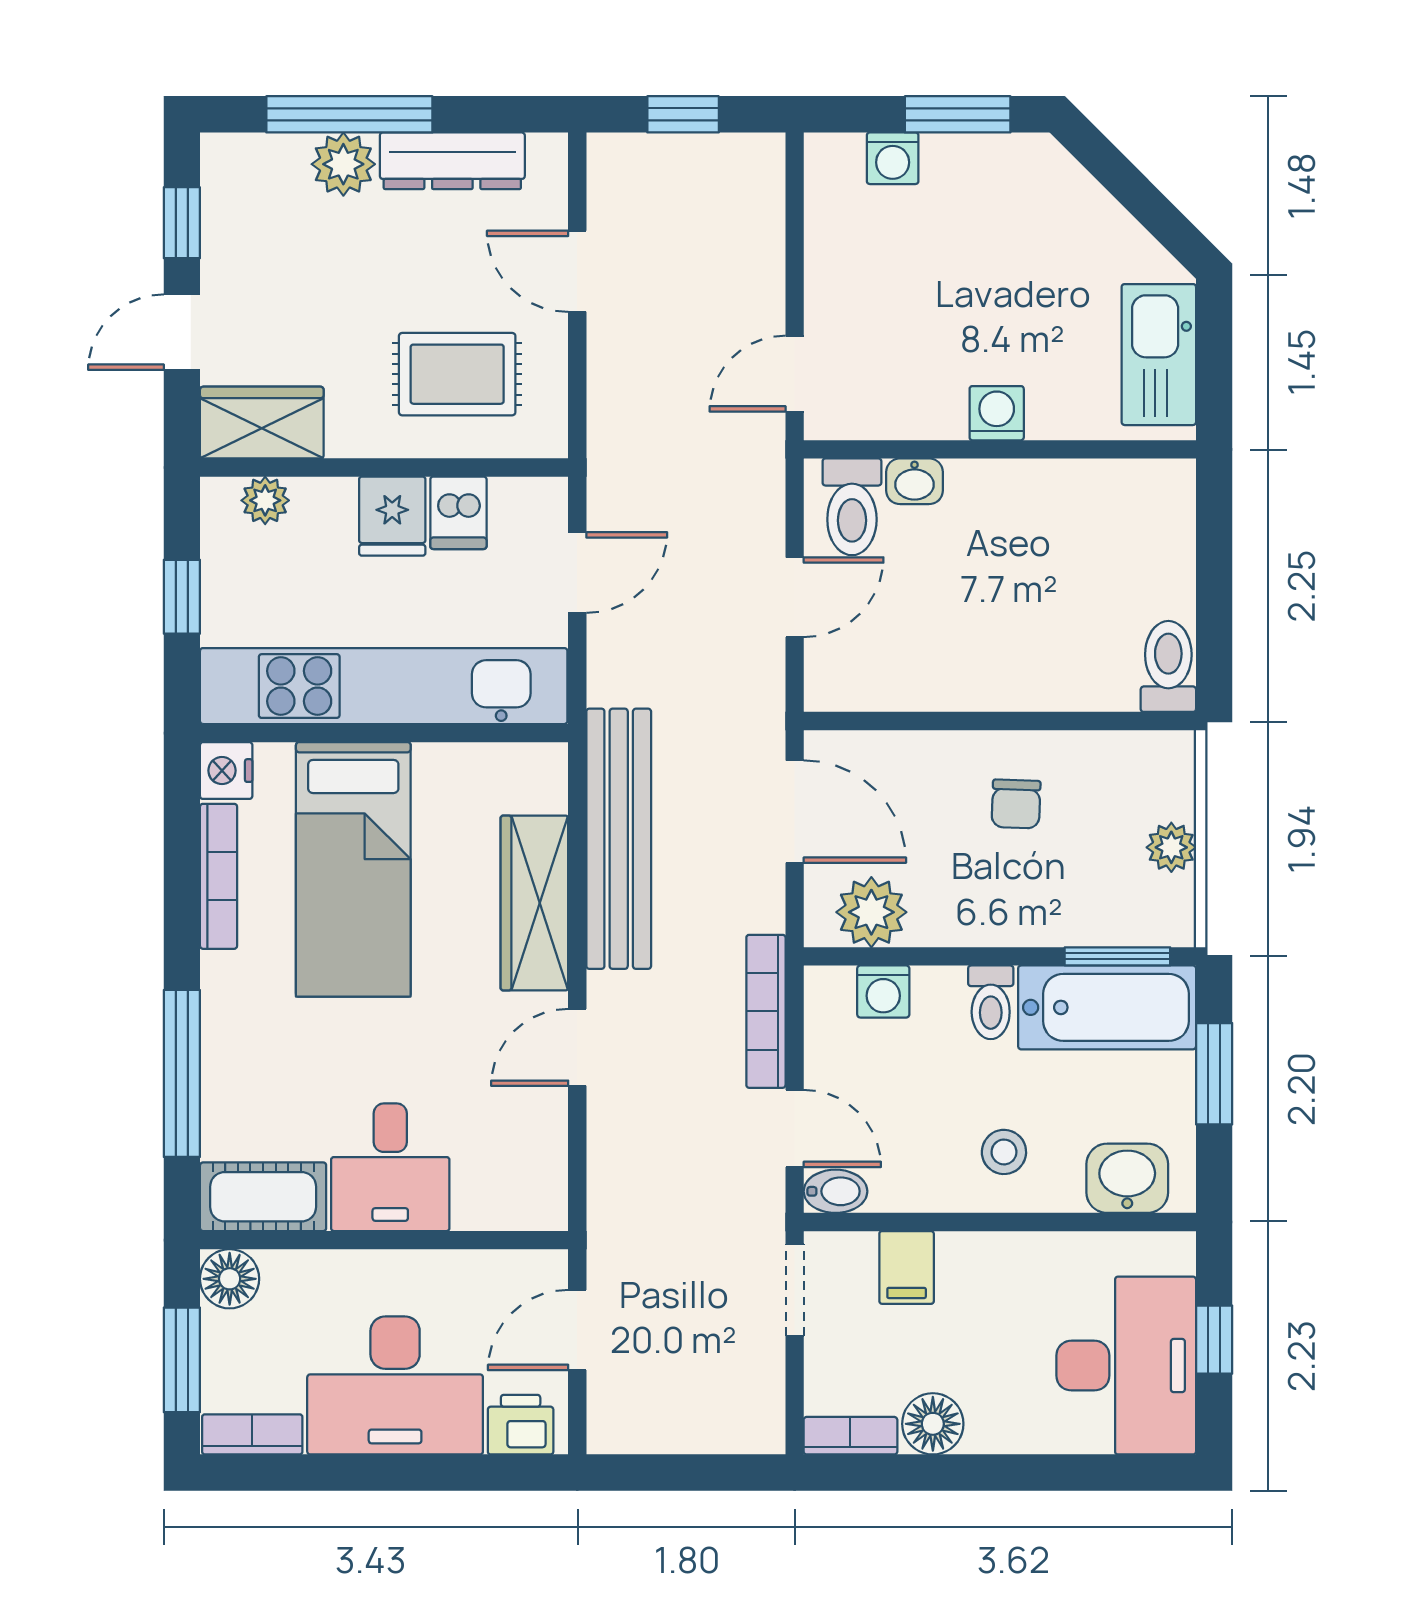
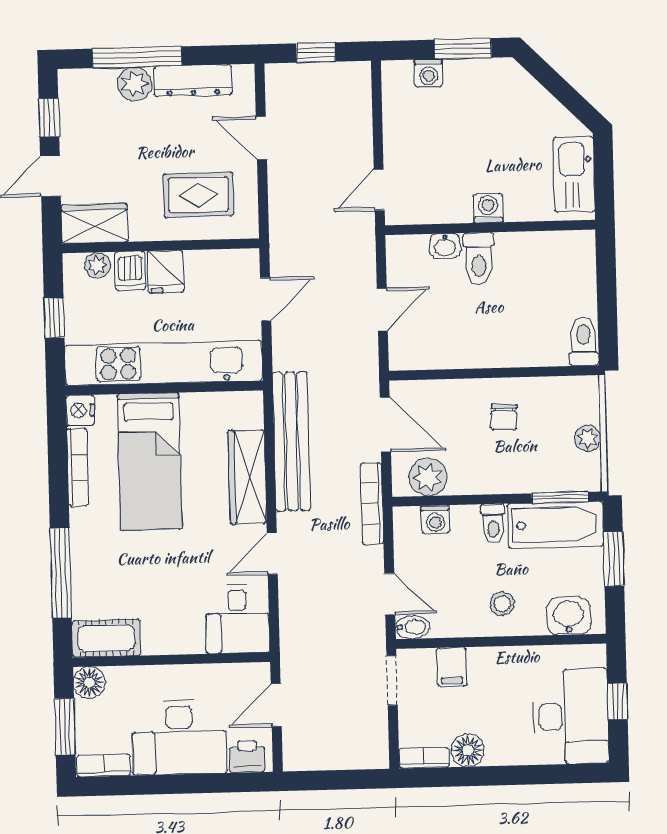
toilet: (852, 507) -> (479, 259), moved
dishwasher: (458, 513) -> (130, 271), moved
bookcase: (766, 1011) -> (372, 504), moved
desk: (390, 1167) -> (237, 619), moved

